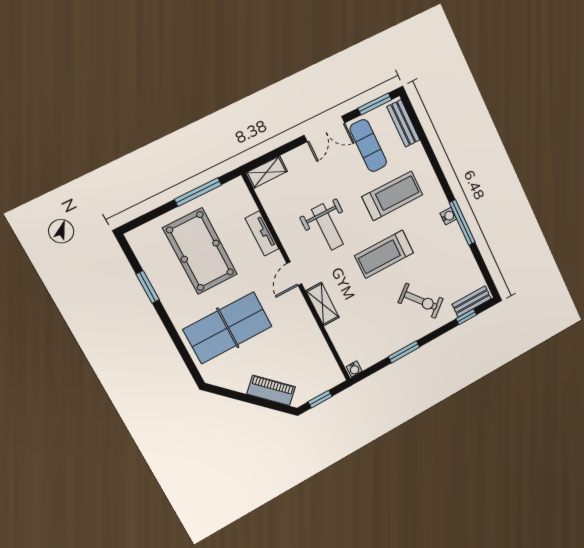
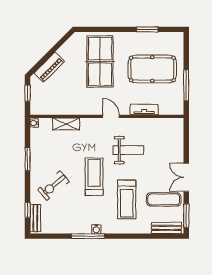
shelving: (267, 172) -> (178, 130), removed
weight bench: (327, 227) -> (128, 150), turned 180
shelving: (322, 304) -> (66, 124), moved

